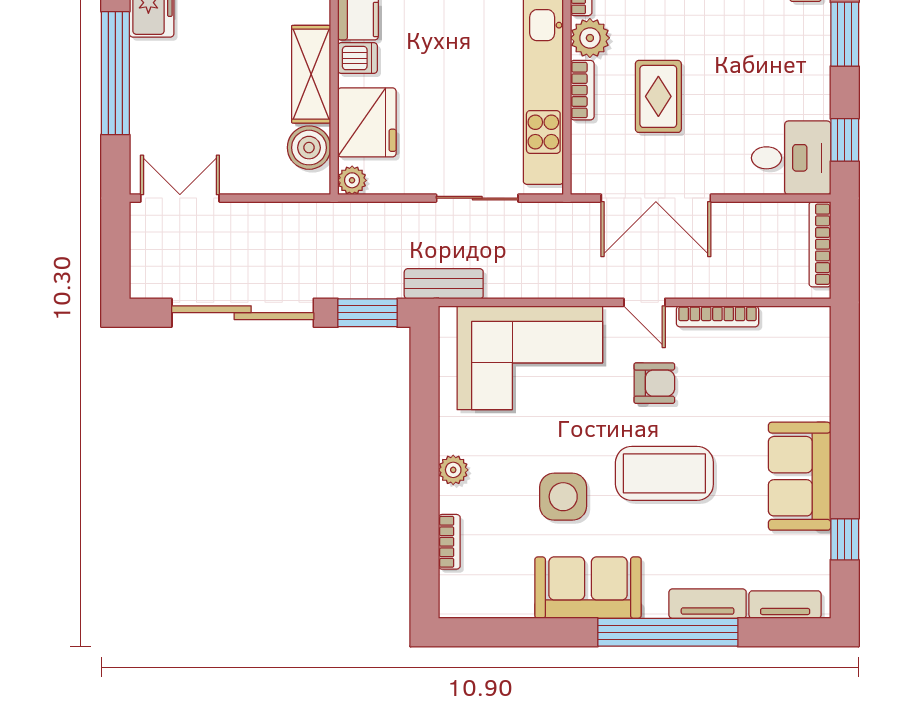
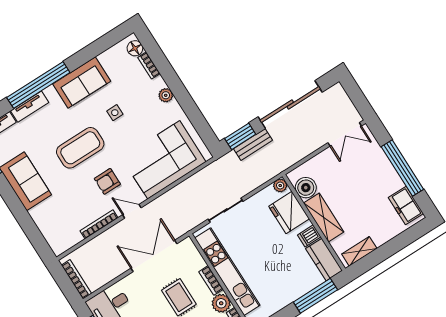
bench: (444, 284) -> (253, 145), moved
side table: (563, 497) -> (115, 113), width x0.54, depth x0.54
floor lamp: (455, 588) -> (135, 48), added

